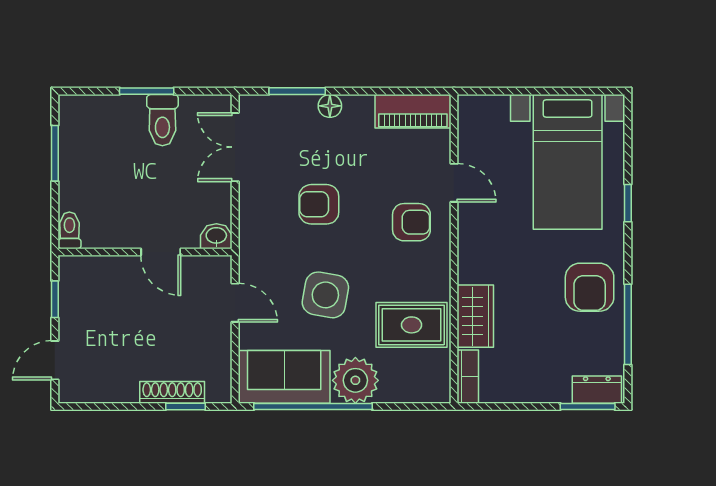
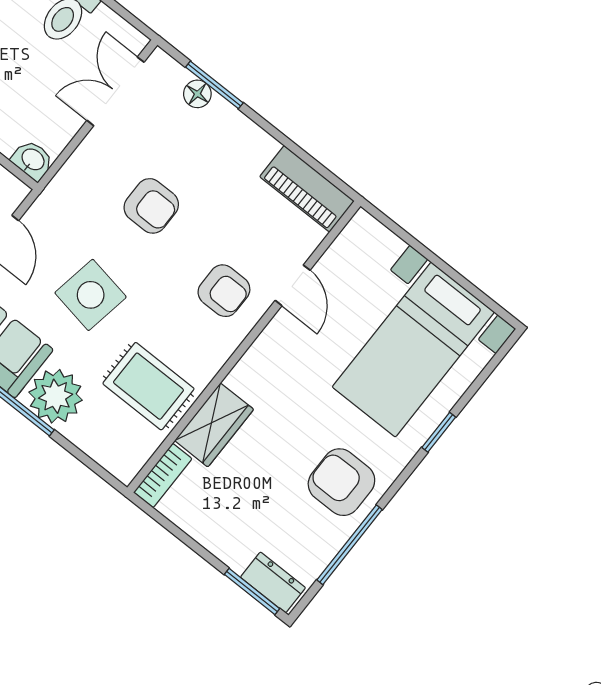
floor lamp: (330, 106) -> (197, 94), moved
armchair: (319, 204) -> (151, 206), turned 180
armchair: (590, 287) -> (341, 482), turned 90

